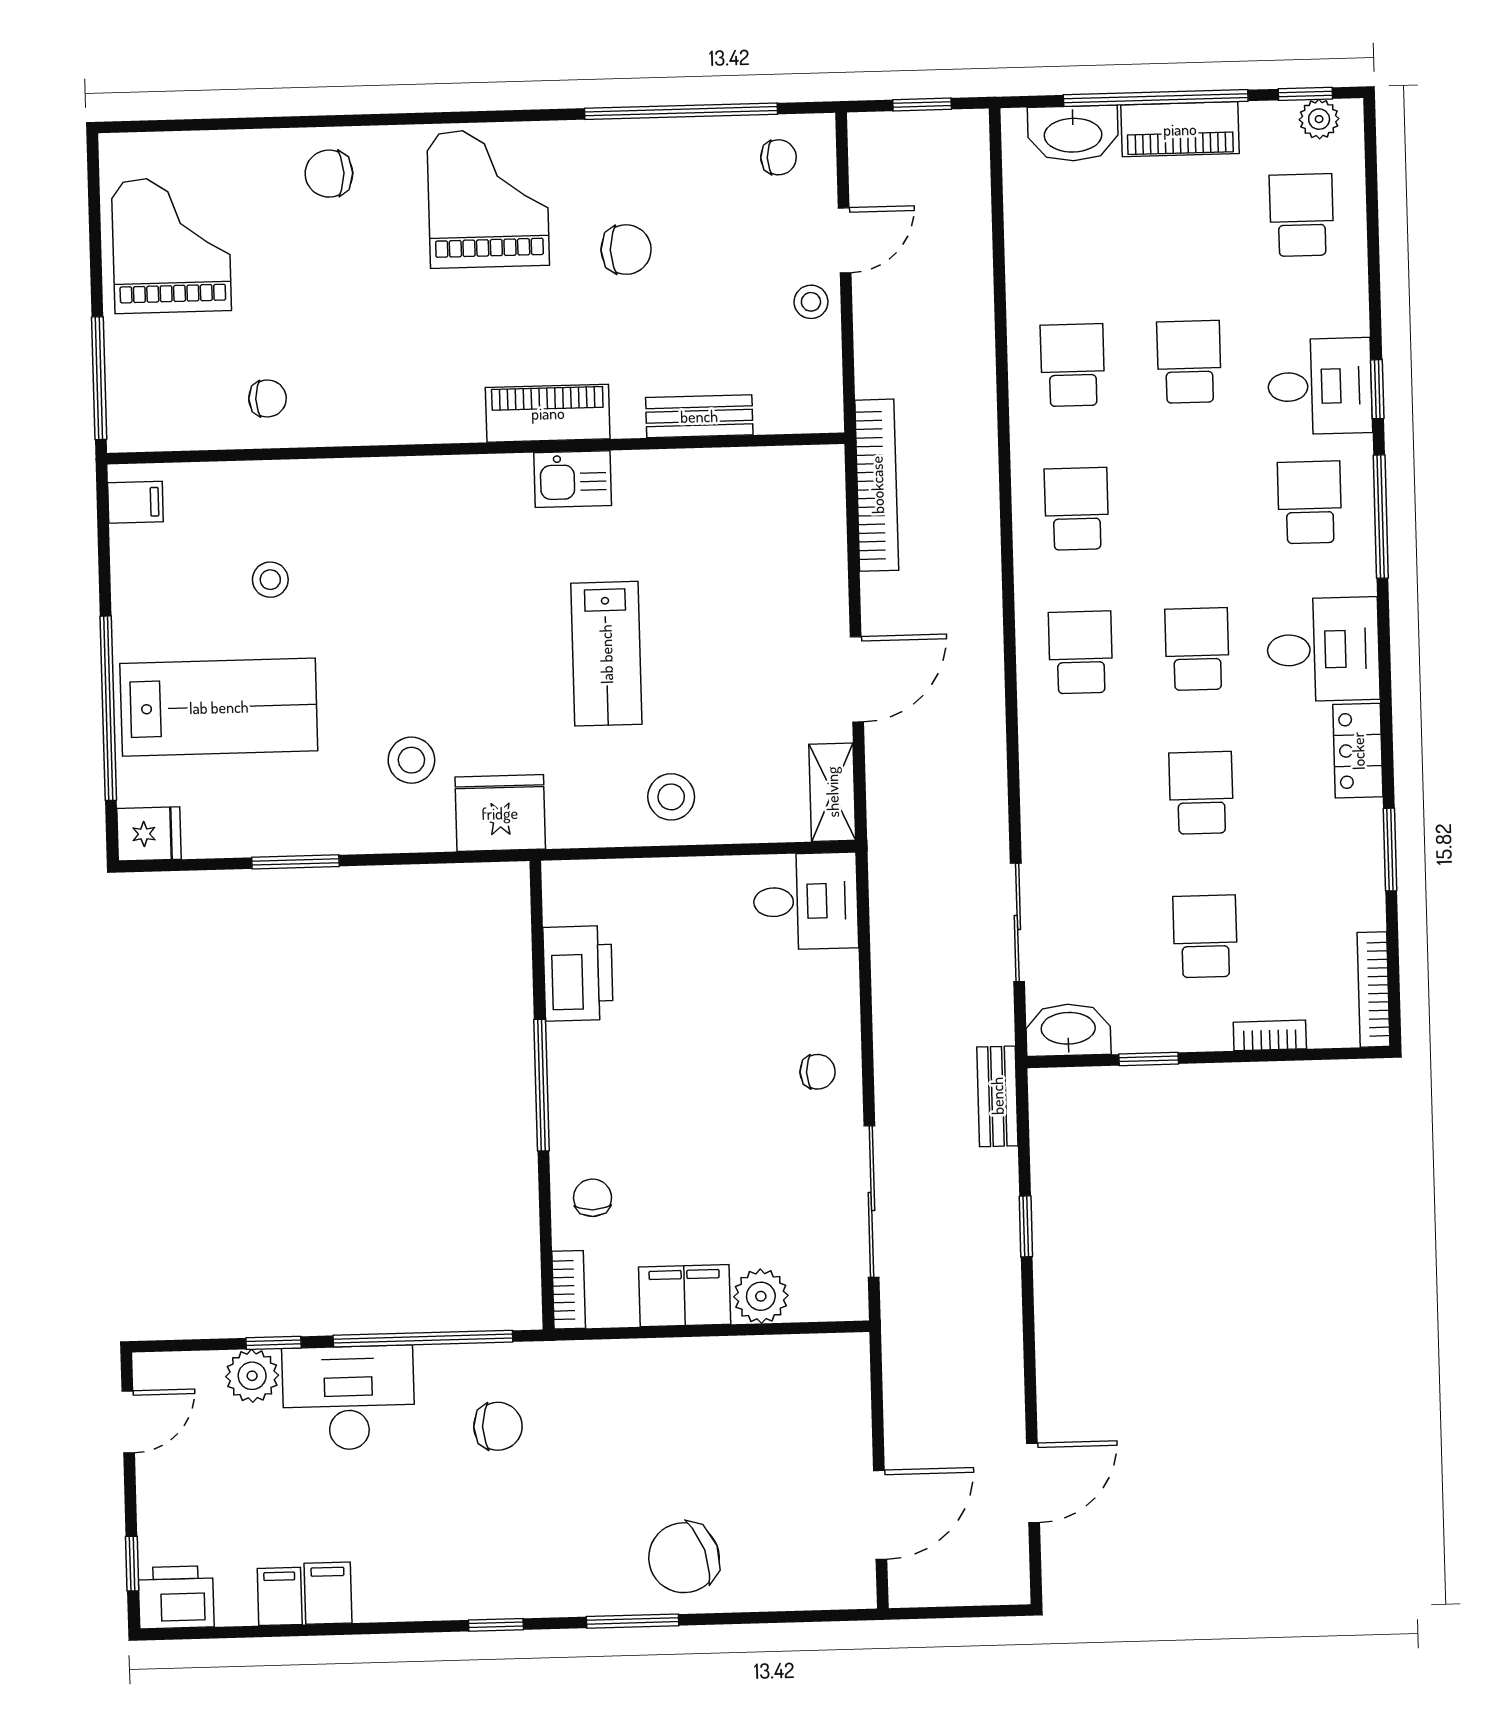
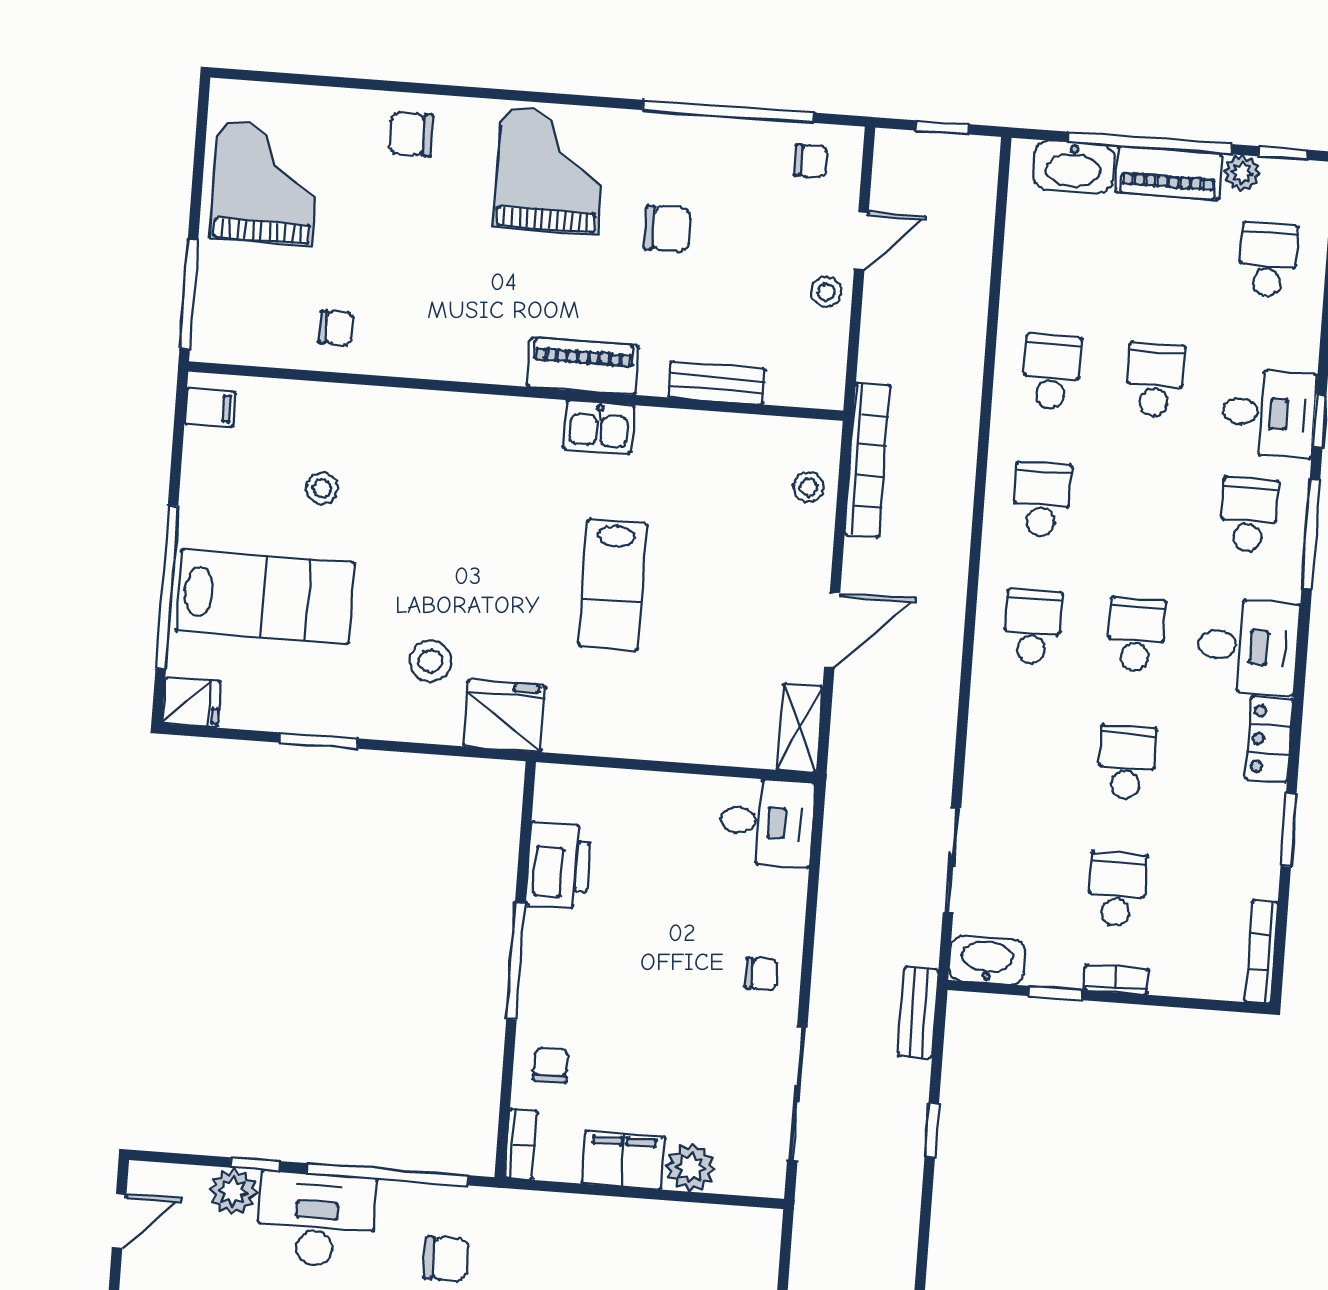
plant: (1319, 119) -> (1242, 173), moved
stool: (671, 797) -> (809, 487), moved, width x0.73, depth x0.73
bookcase: (1270, 1035) -> (1116, 980), moved

